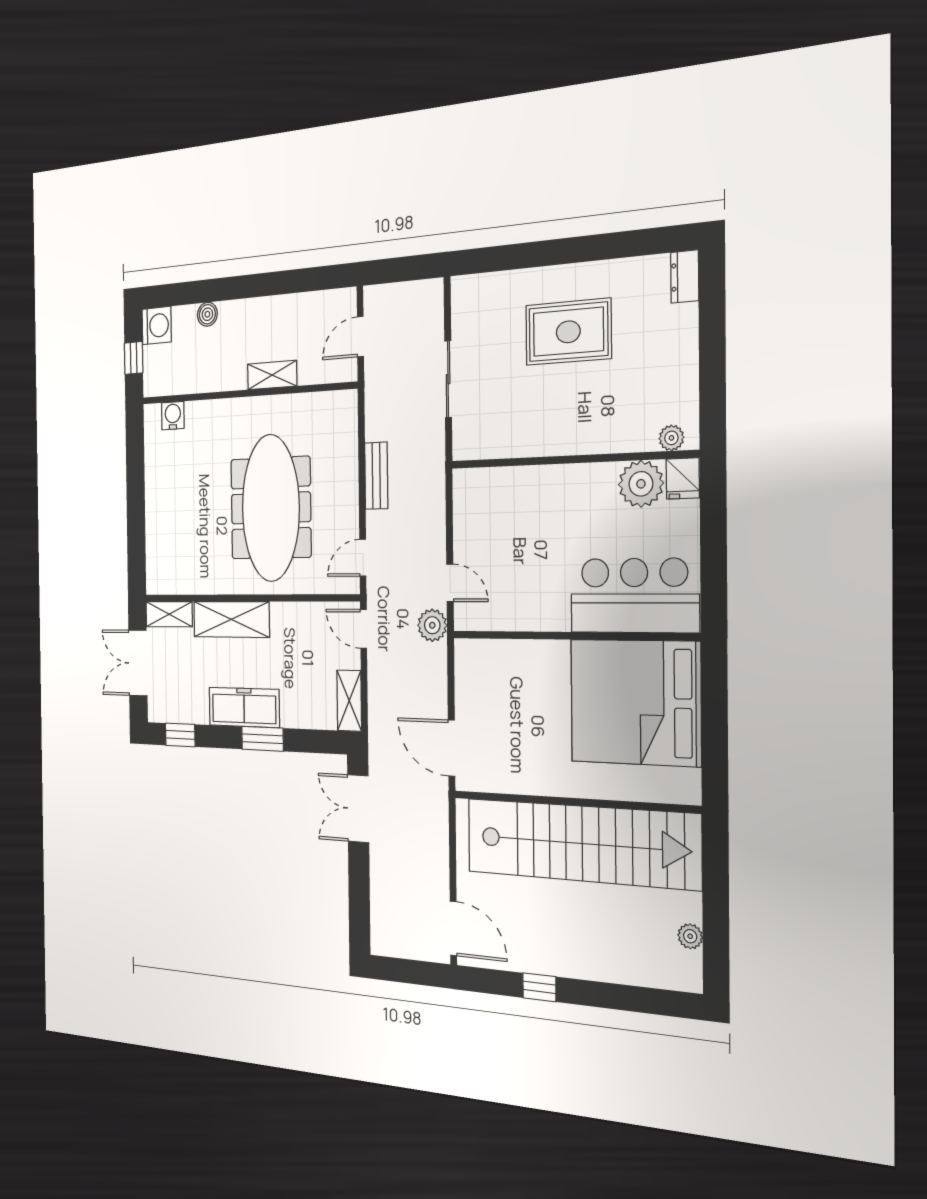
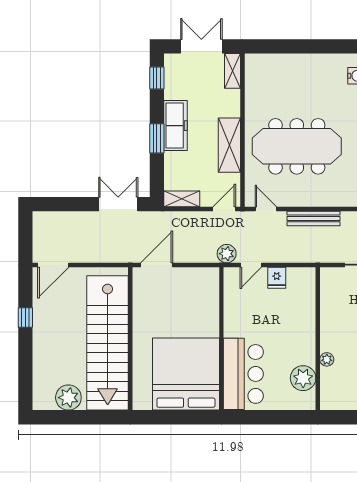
plant: (671, 438) -> (327, 359), moved
bench: (376, 476) -> (314, 218), width x1.36
fridge: (683, 478) -> (277, 278), moved, turned -90
shelving: (231, 619) -> (229, 145), moved
plant: (690, 936) -> (68, 398), width x1.88, depth x1.88

